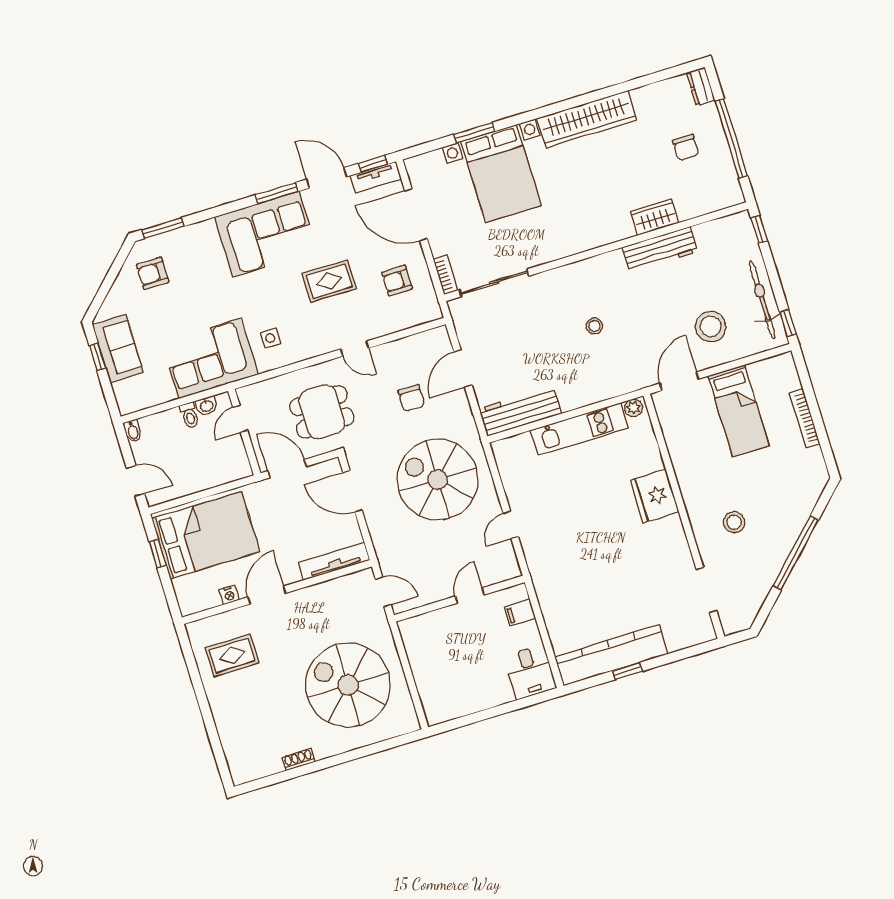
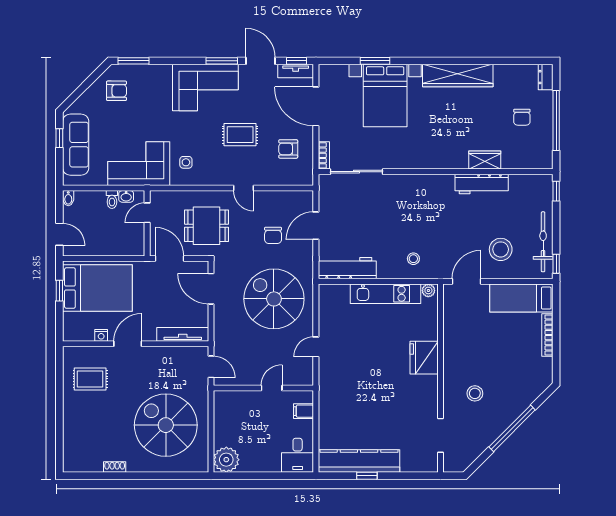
armchair: (153, 273) -> (117, 91), turned 180
stool: (594, 326) -> (413, 259), moved
sofa: (118, 348) -> (76, 145), width x1.36
bed: (739, 411) -> (521, 298), moved, turned 90
plant: (440, 706) -> (226, 460), added

